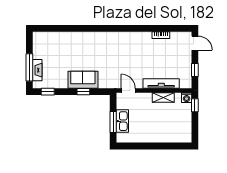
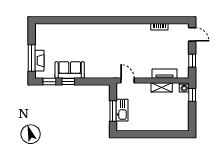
sofa: (83, 80) -> (70, 70), moved
tv unit: (161, 83) -> (165, 74), width x0.71
window: (83, 92) -> (68, 82), moved

